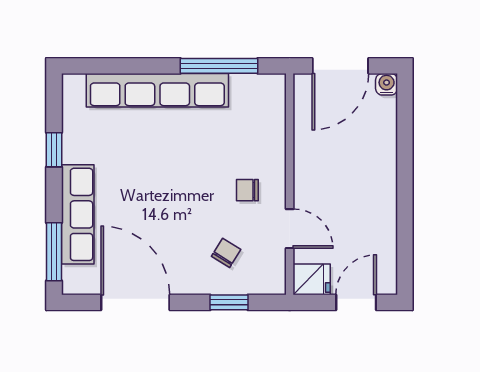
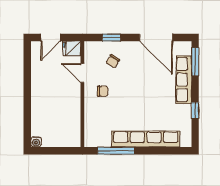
door: (340, 66) -> (58, 151), removed

